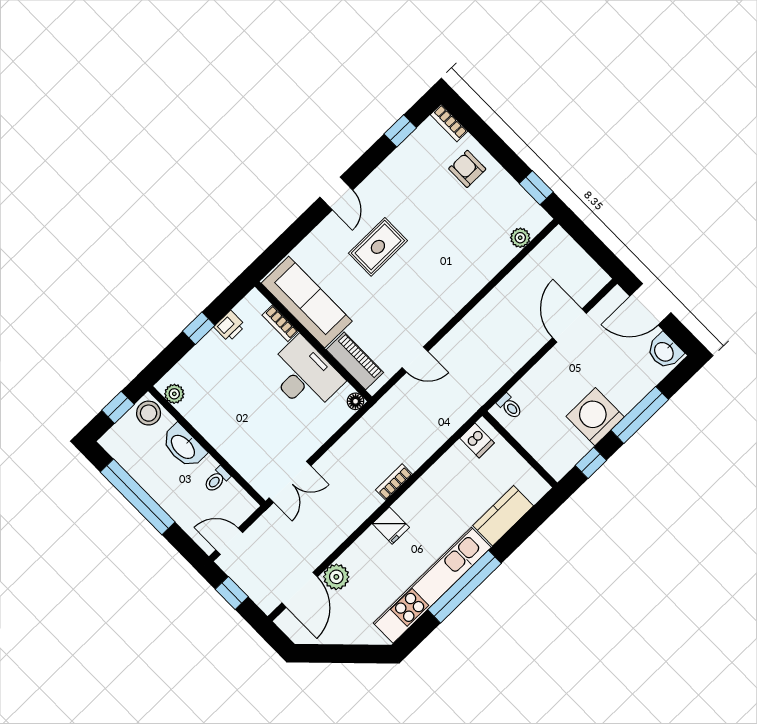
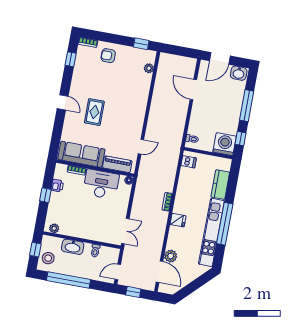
stool: (149, 413) -> (48, 258), moved
washing machine: (595, 417) -> (225, 144), moved, turned 90

